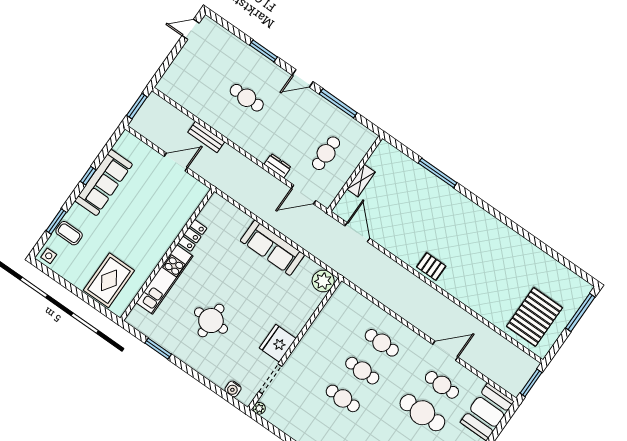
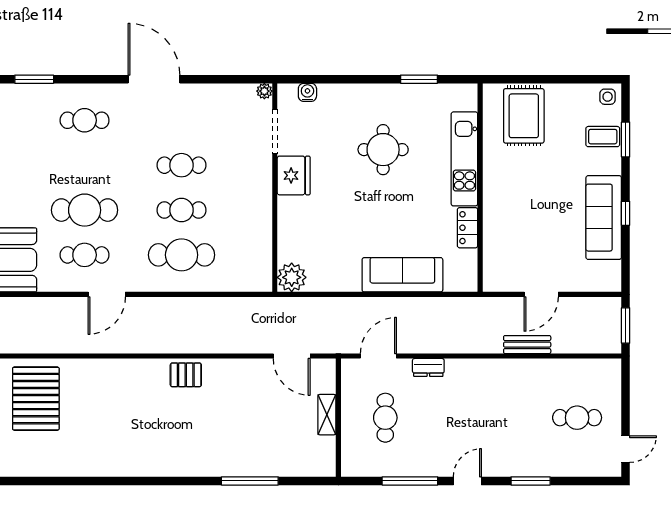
cafe table: (247, 98) -> (577, 418), moved
sofa: (272, 248) -> (402, 275), moved
cafe table: (382, 343) -> (182, 255), width x1.37, depth x1.35

